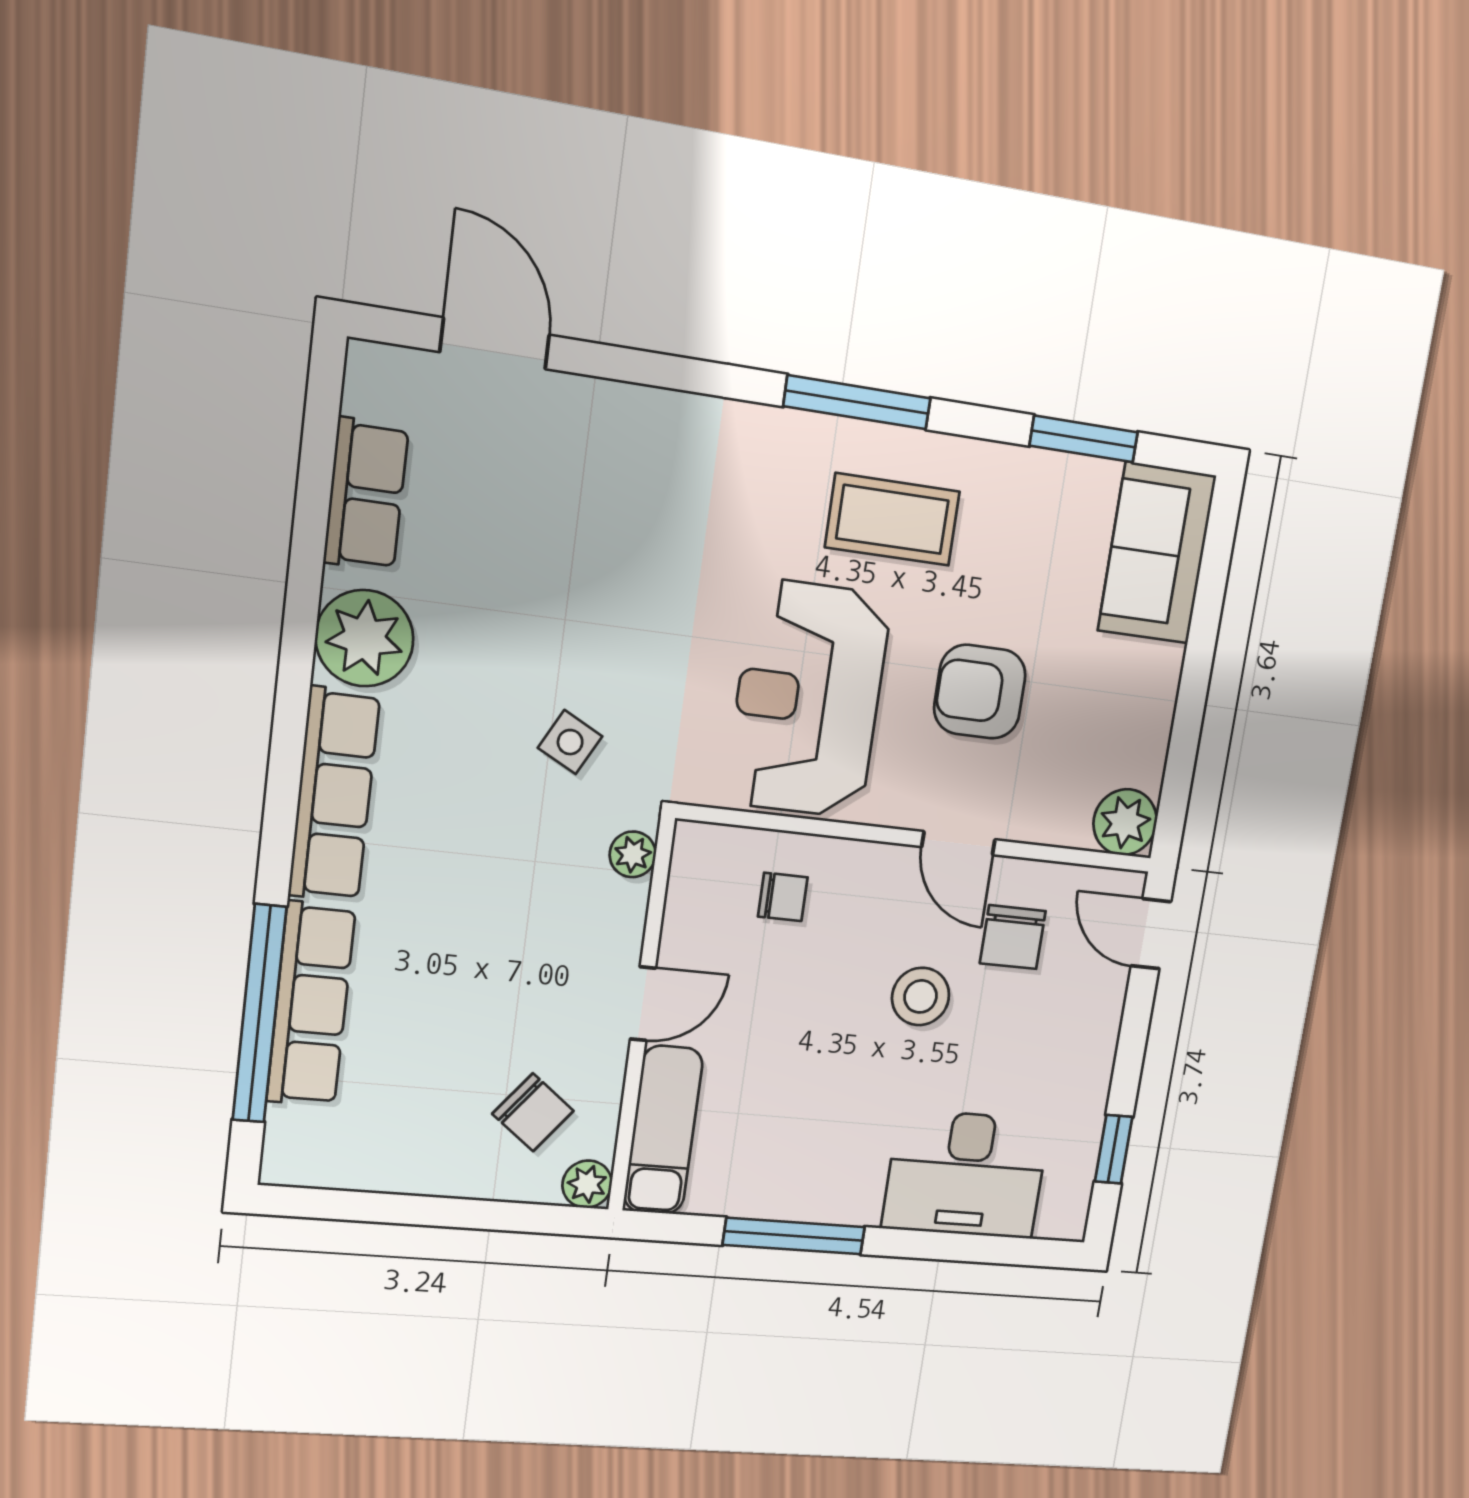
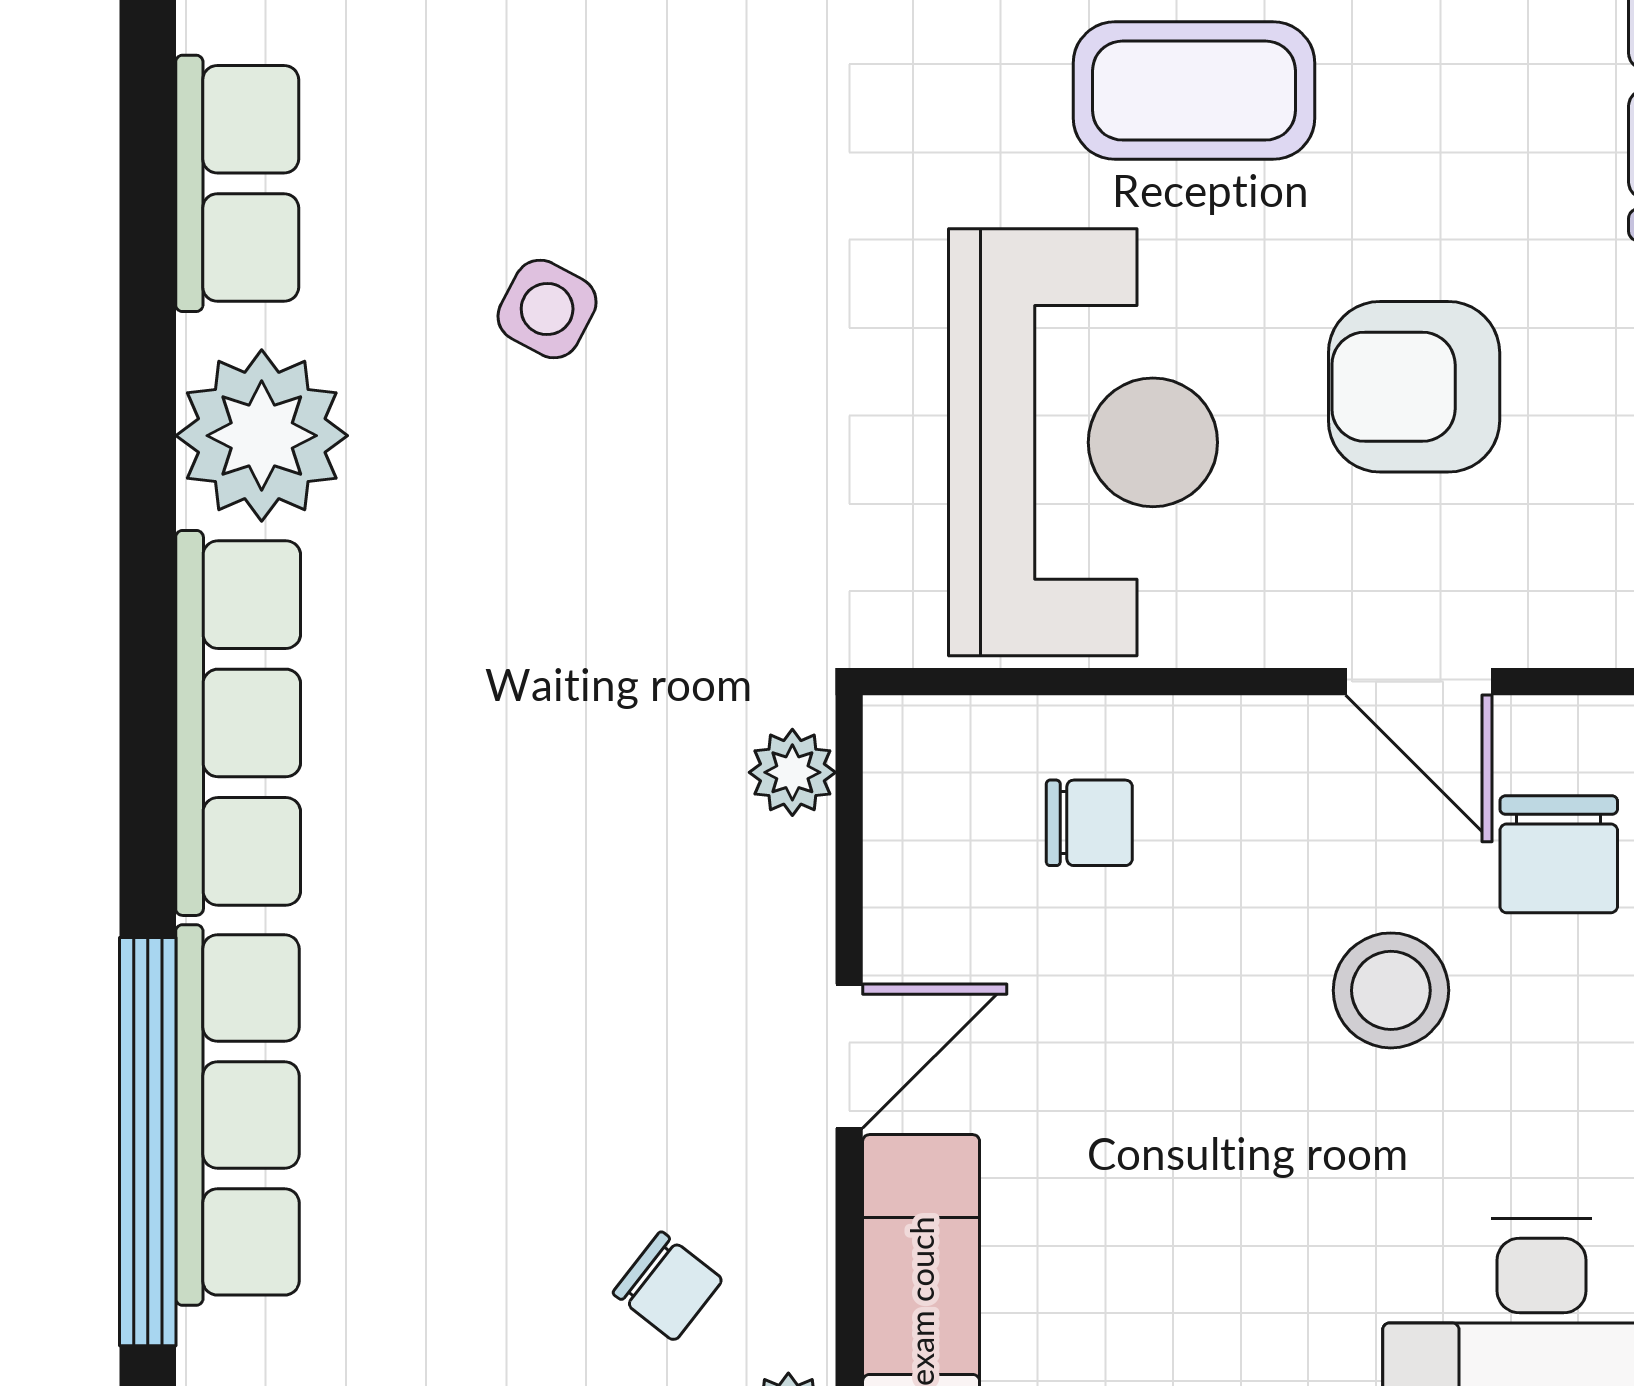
reception desk: (808, 699) -> (1083, 442), turned 180
side table: (570, 742) -> (547, 309), moved
chair: (533, 1112) -> (668, 1286), width x0.73, depth x0.73

